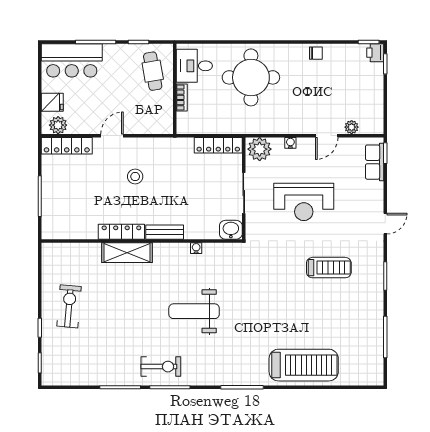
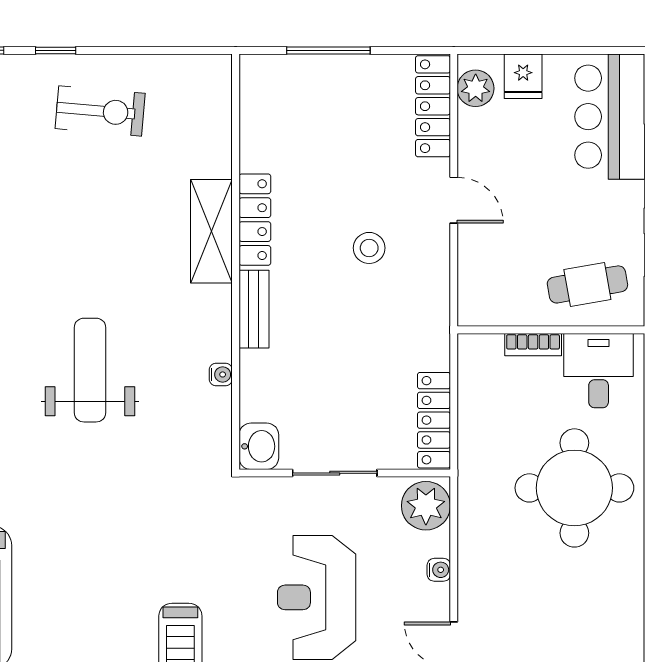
chair: (316, 53) -> (625, 623), removed

